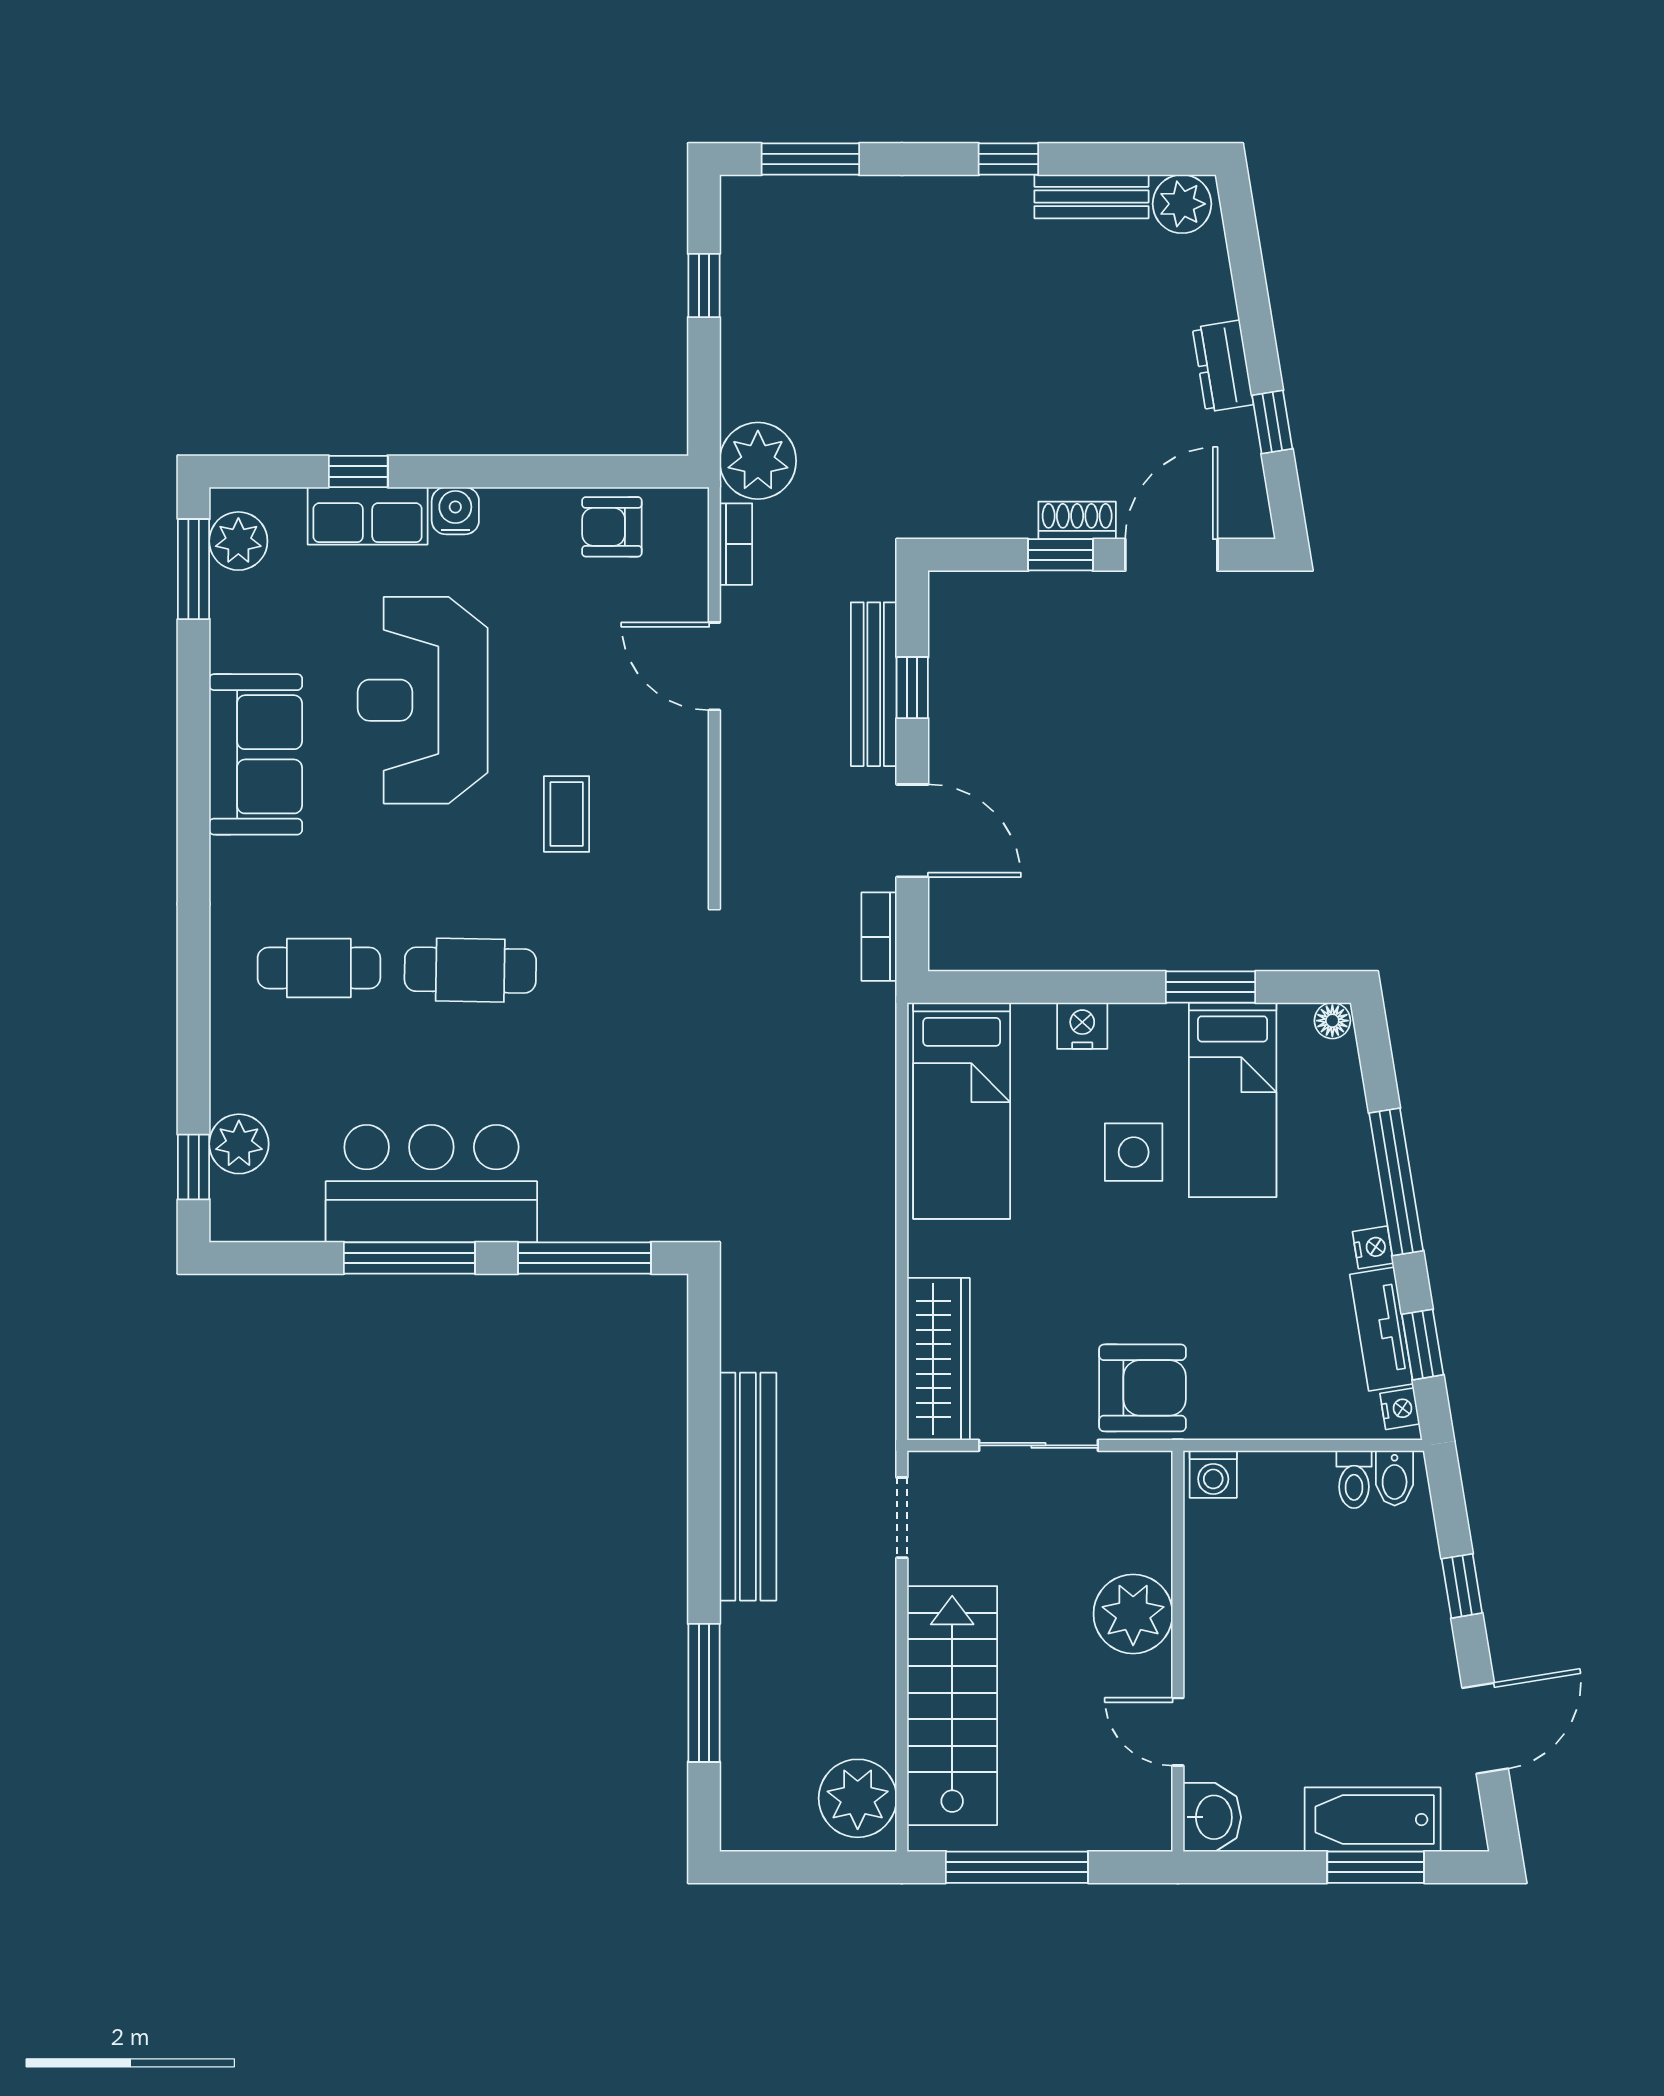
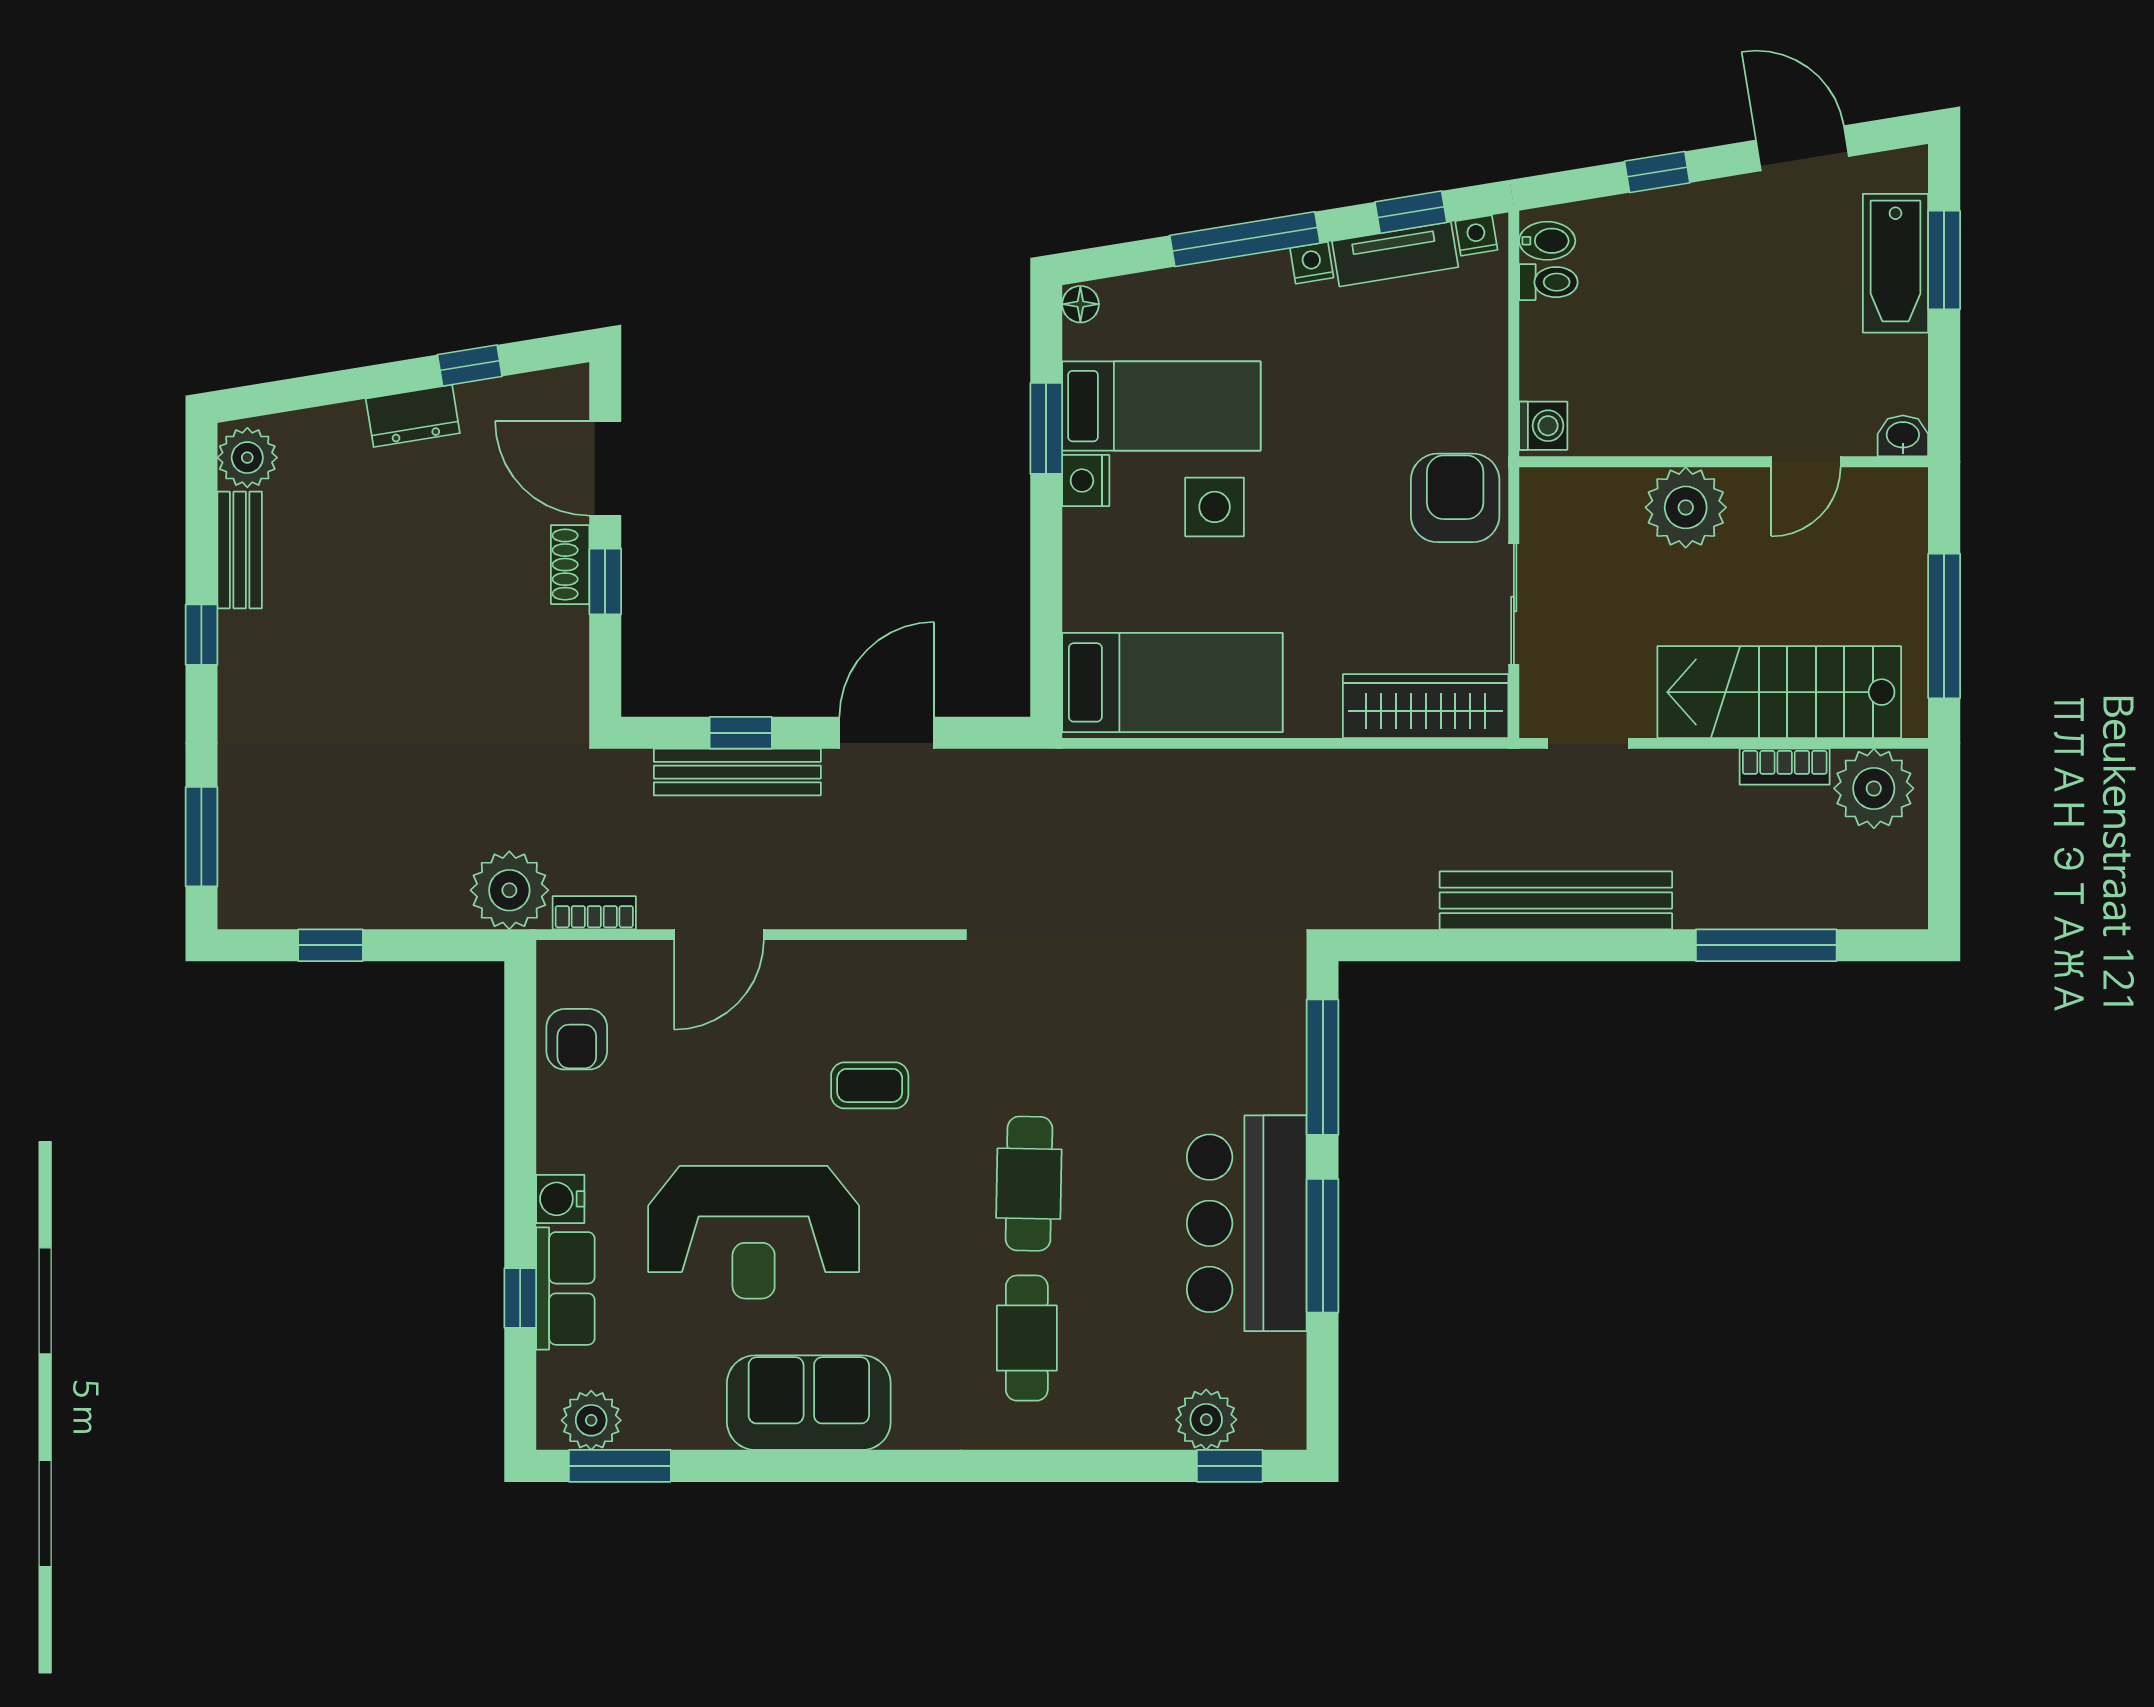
bookcase: (879, 937) -> (1785, 767), moved
nightstand: (1082, 1026) -> (1086, 481), moved
washbasin: (1212, 1817) -> (1903, 436), width x0.72, depth x0.69

